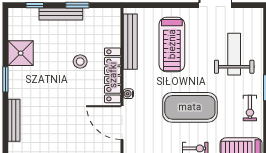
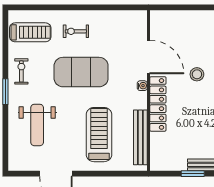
stool: (80, 62) -> (197, 74), moved

